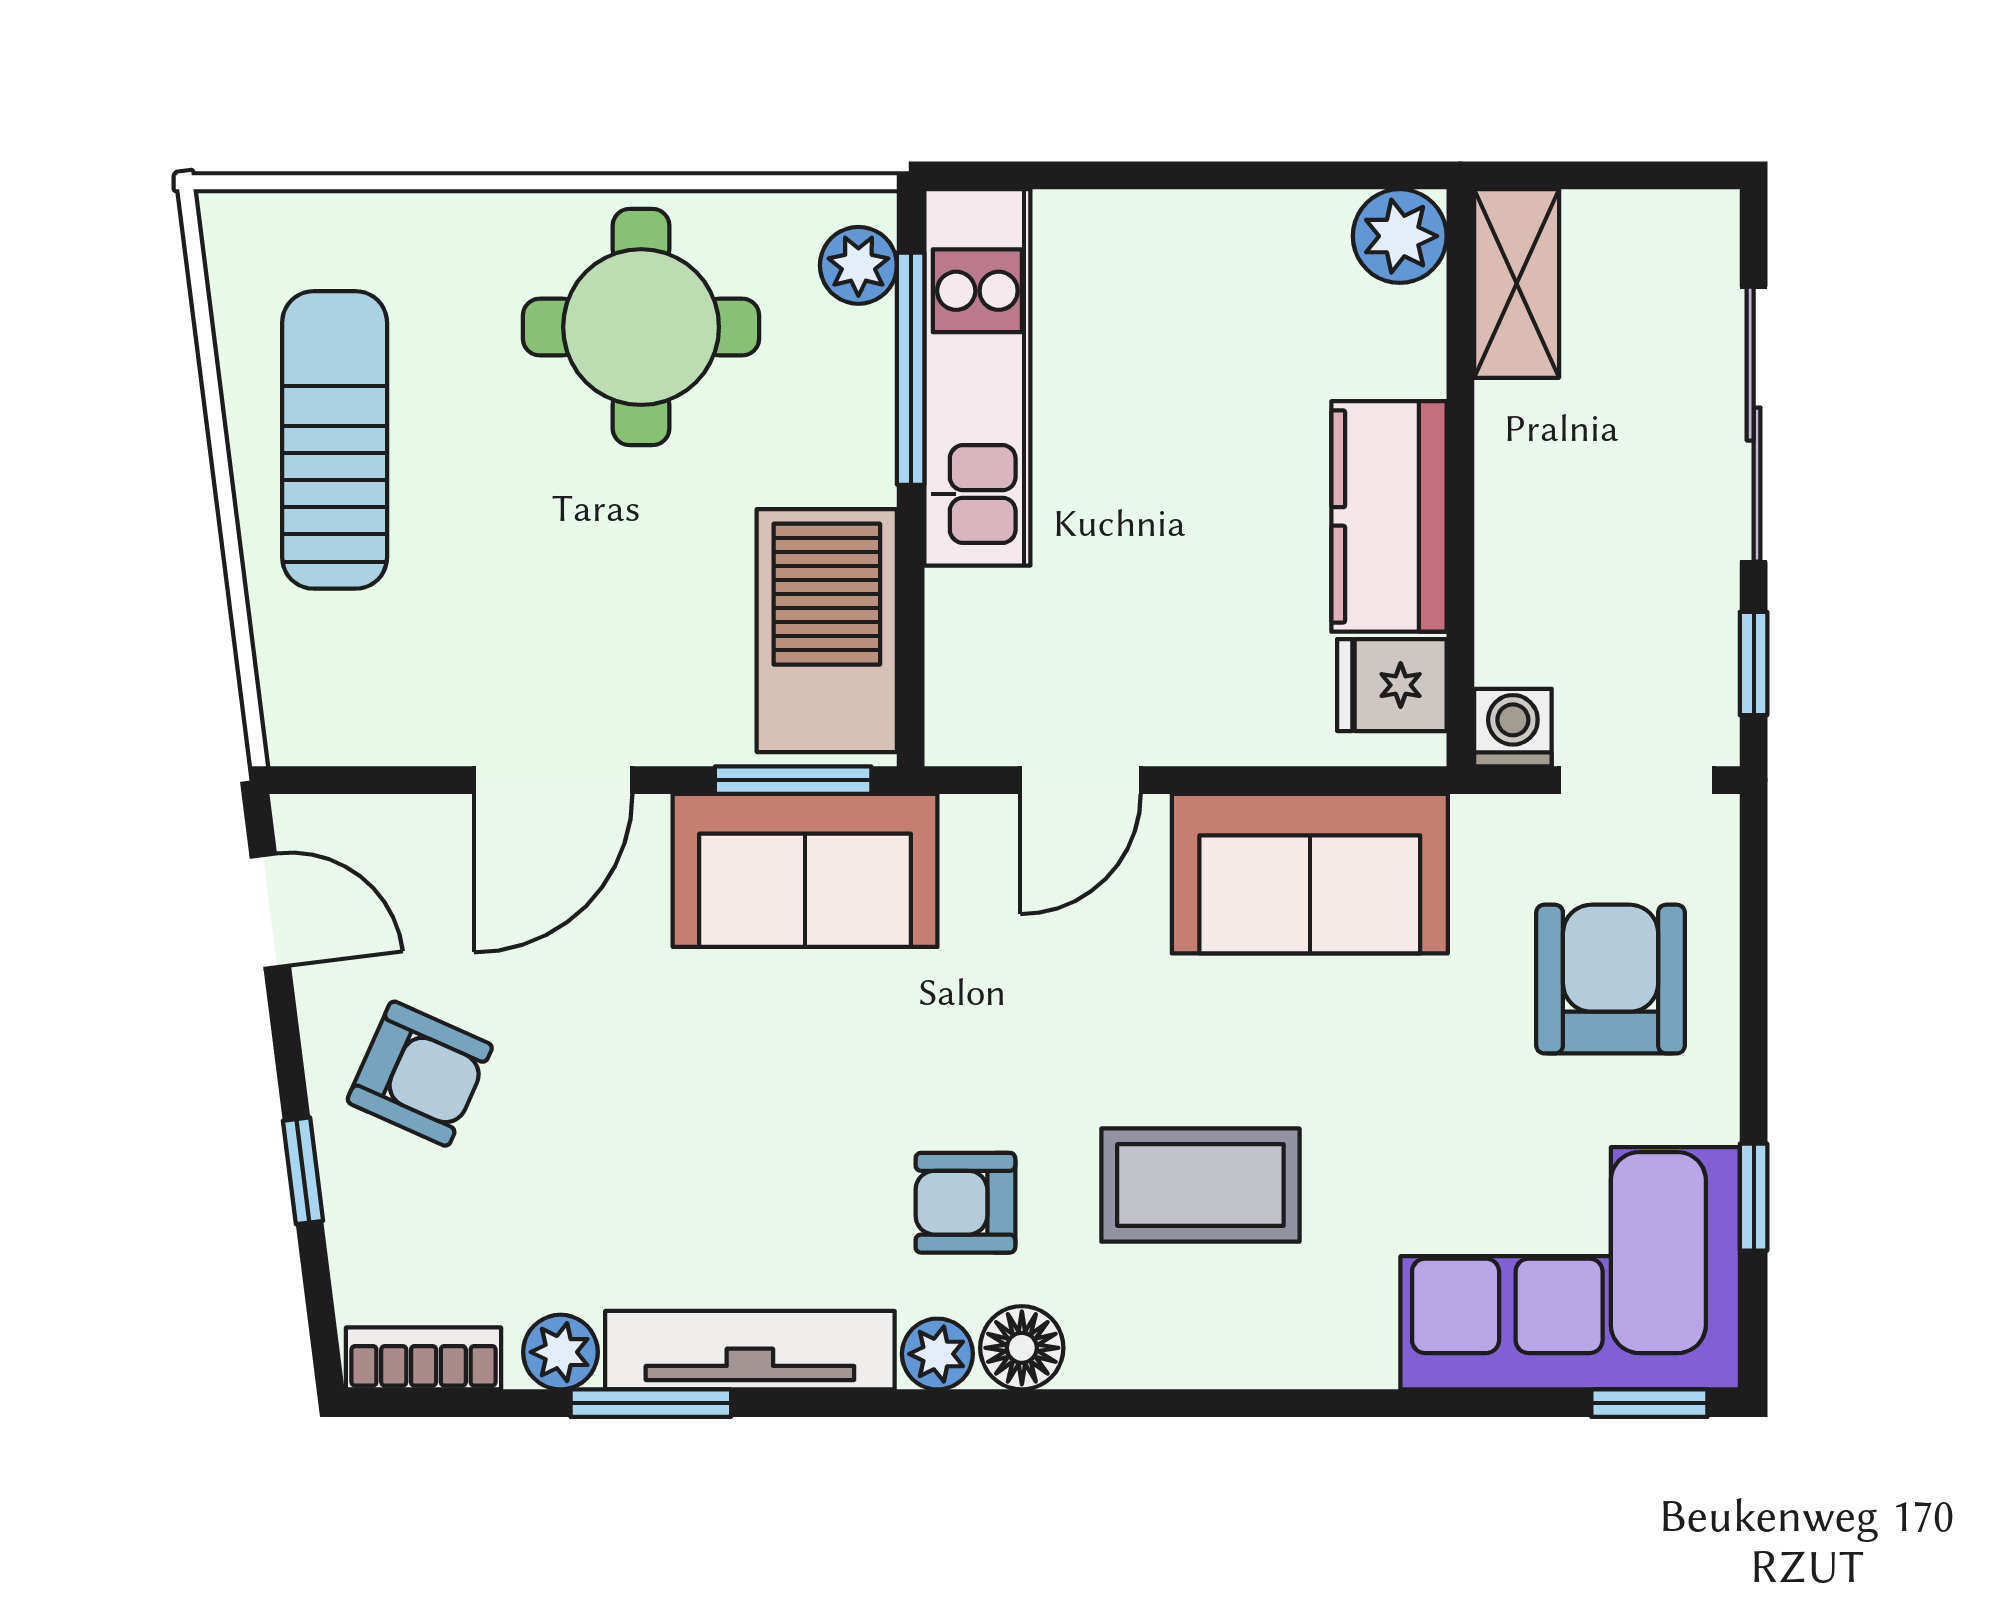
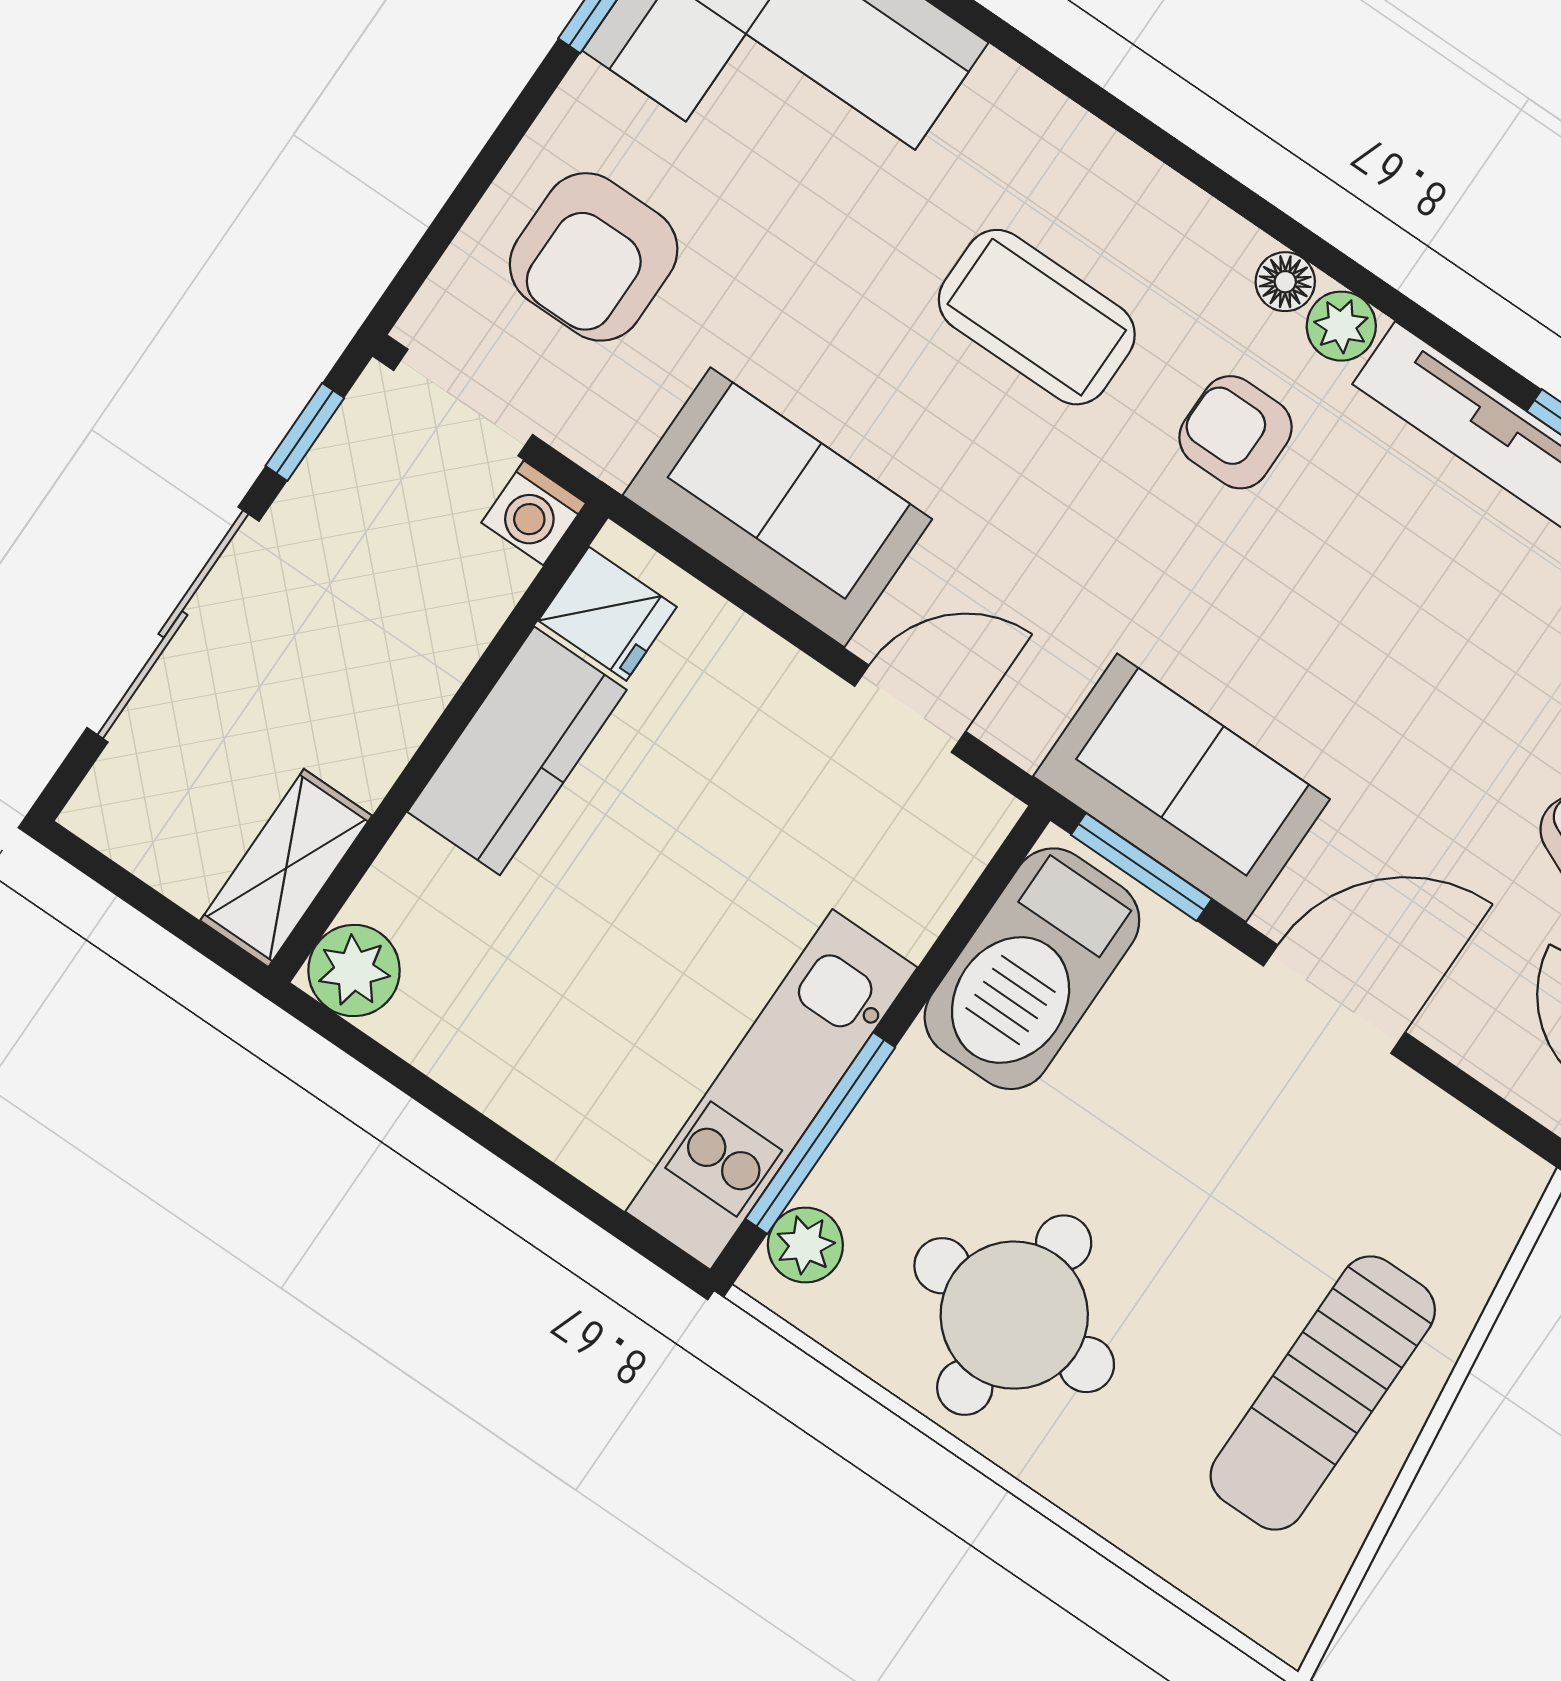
armchair: (965, 1203) -> (1235, 432), turned 180
floor lamp: (1022, 1348) -> (1285, 282), width x0.73, depth x0.73

